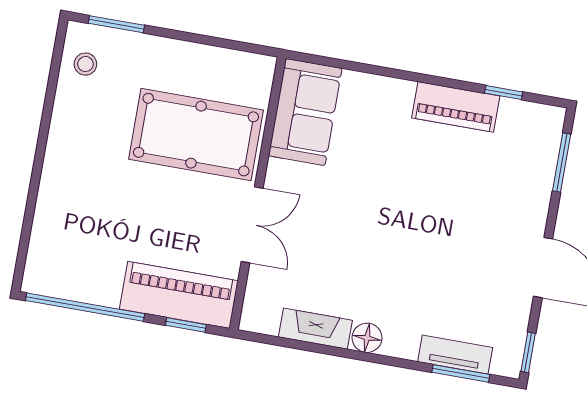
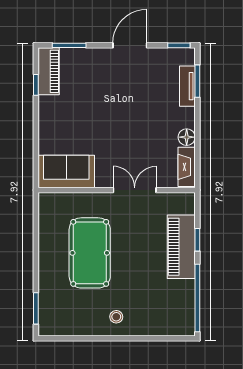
stool: (85, 64) -> (116, 317), moved
piano: (456, 107) -> (49, 71), moved
sofa: (305, 112) -> (66, 171), moved
wall: (258, 193) -> (117, 190), moved
double door: (252, 225) -> (135, 190), moved

